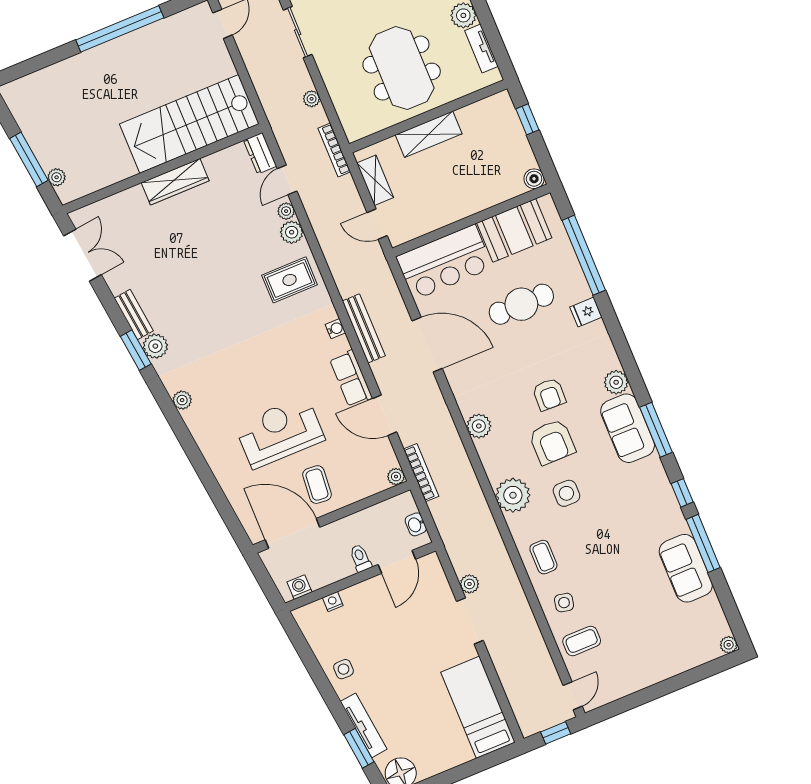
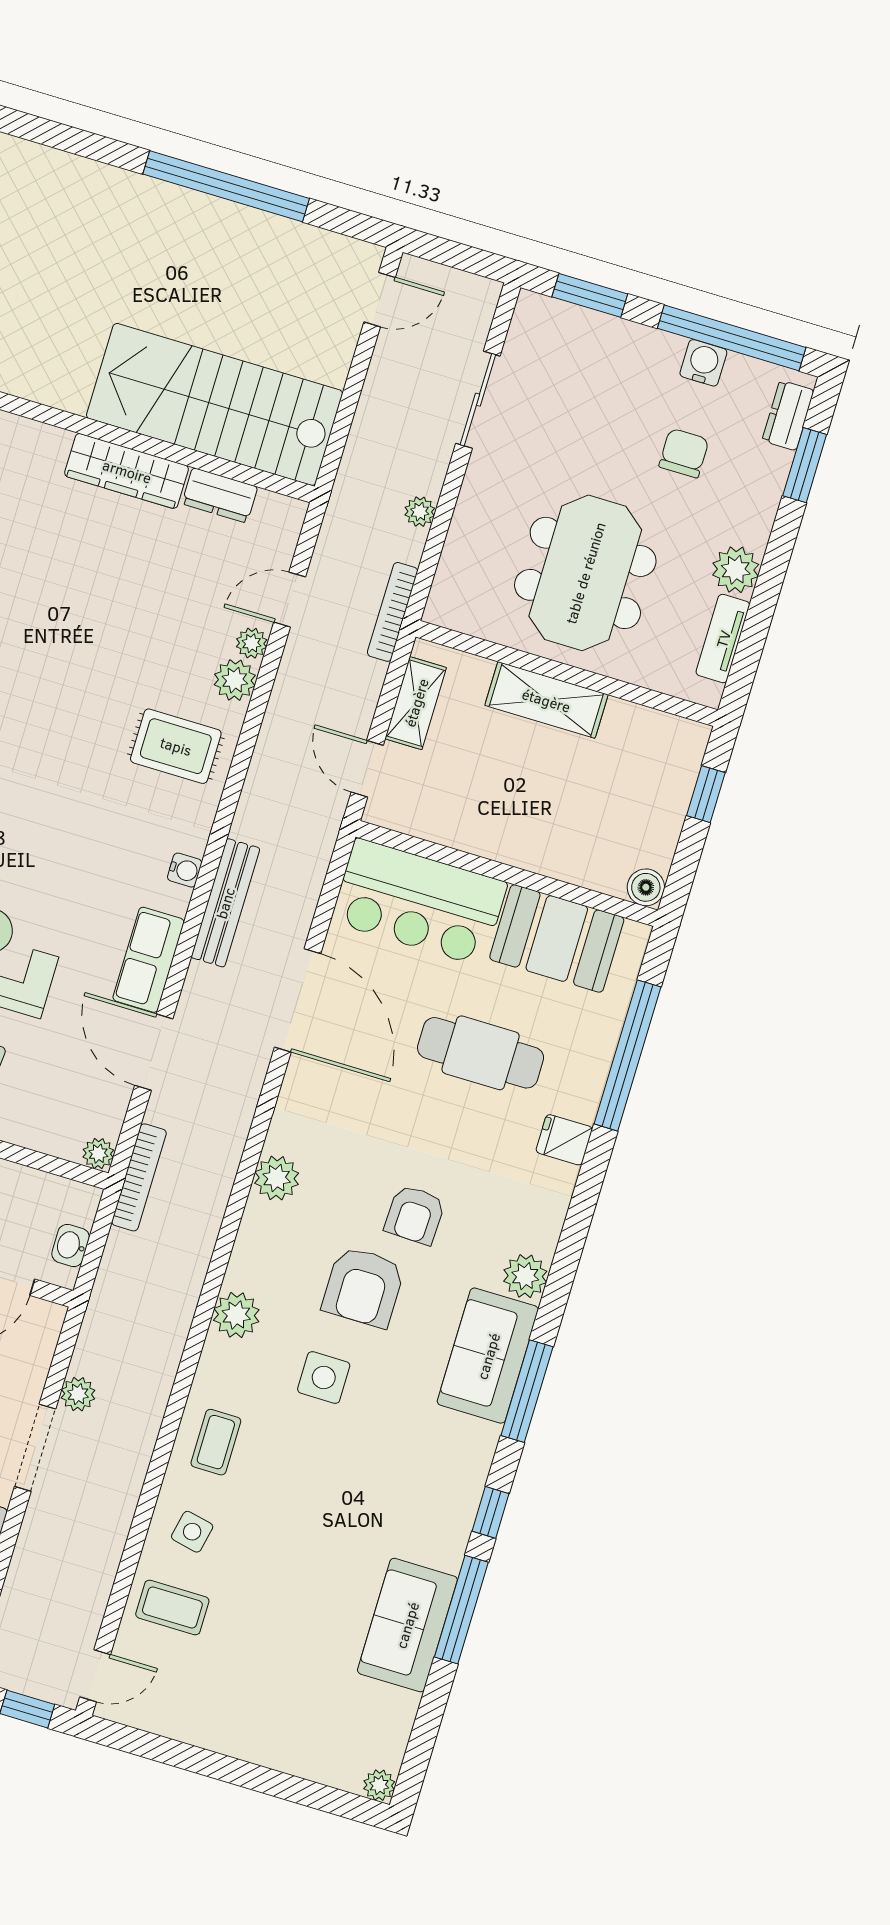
dresser: (260, 153) -> (220, 495), moved, turned -90
plant: (513, 495) -> (236, 1315), width x0.73, depth x0.73

